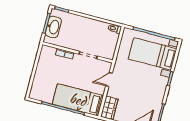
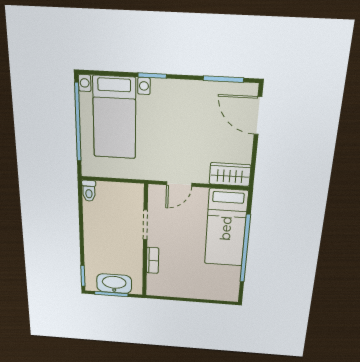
door: (109, 80) -> (179, 184), hinge flipped

